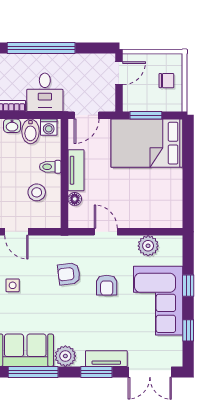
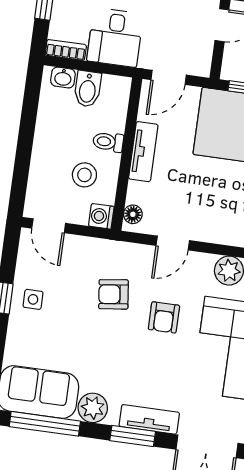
washing machine: (49, 127) -> (101, 216), moved, turned 90
floor lamp: (75, 199) -> (133, 214), moved
door: (106, 232) -> (173, 243), swing flipped

